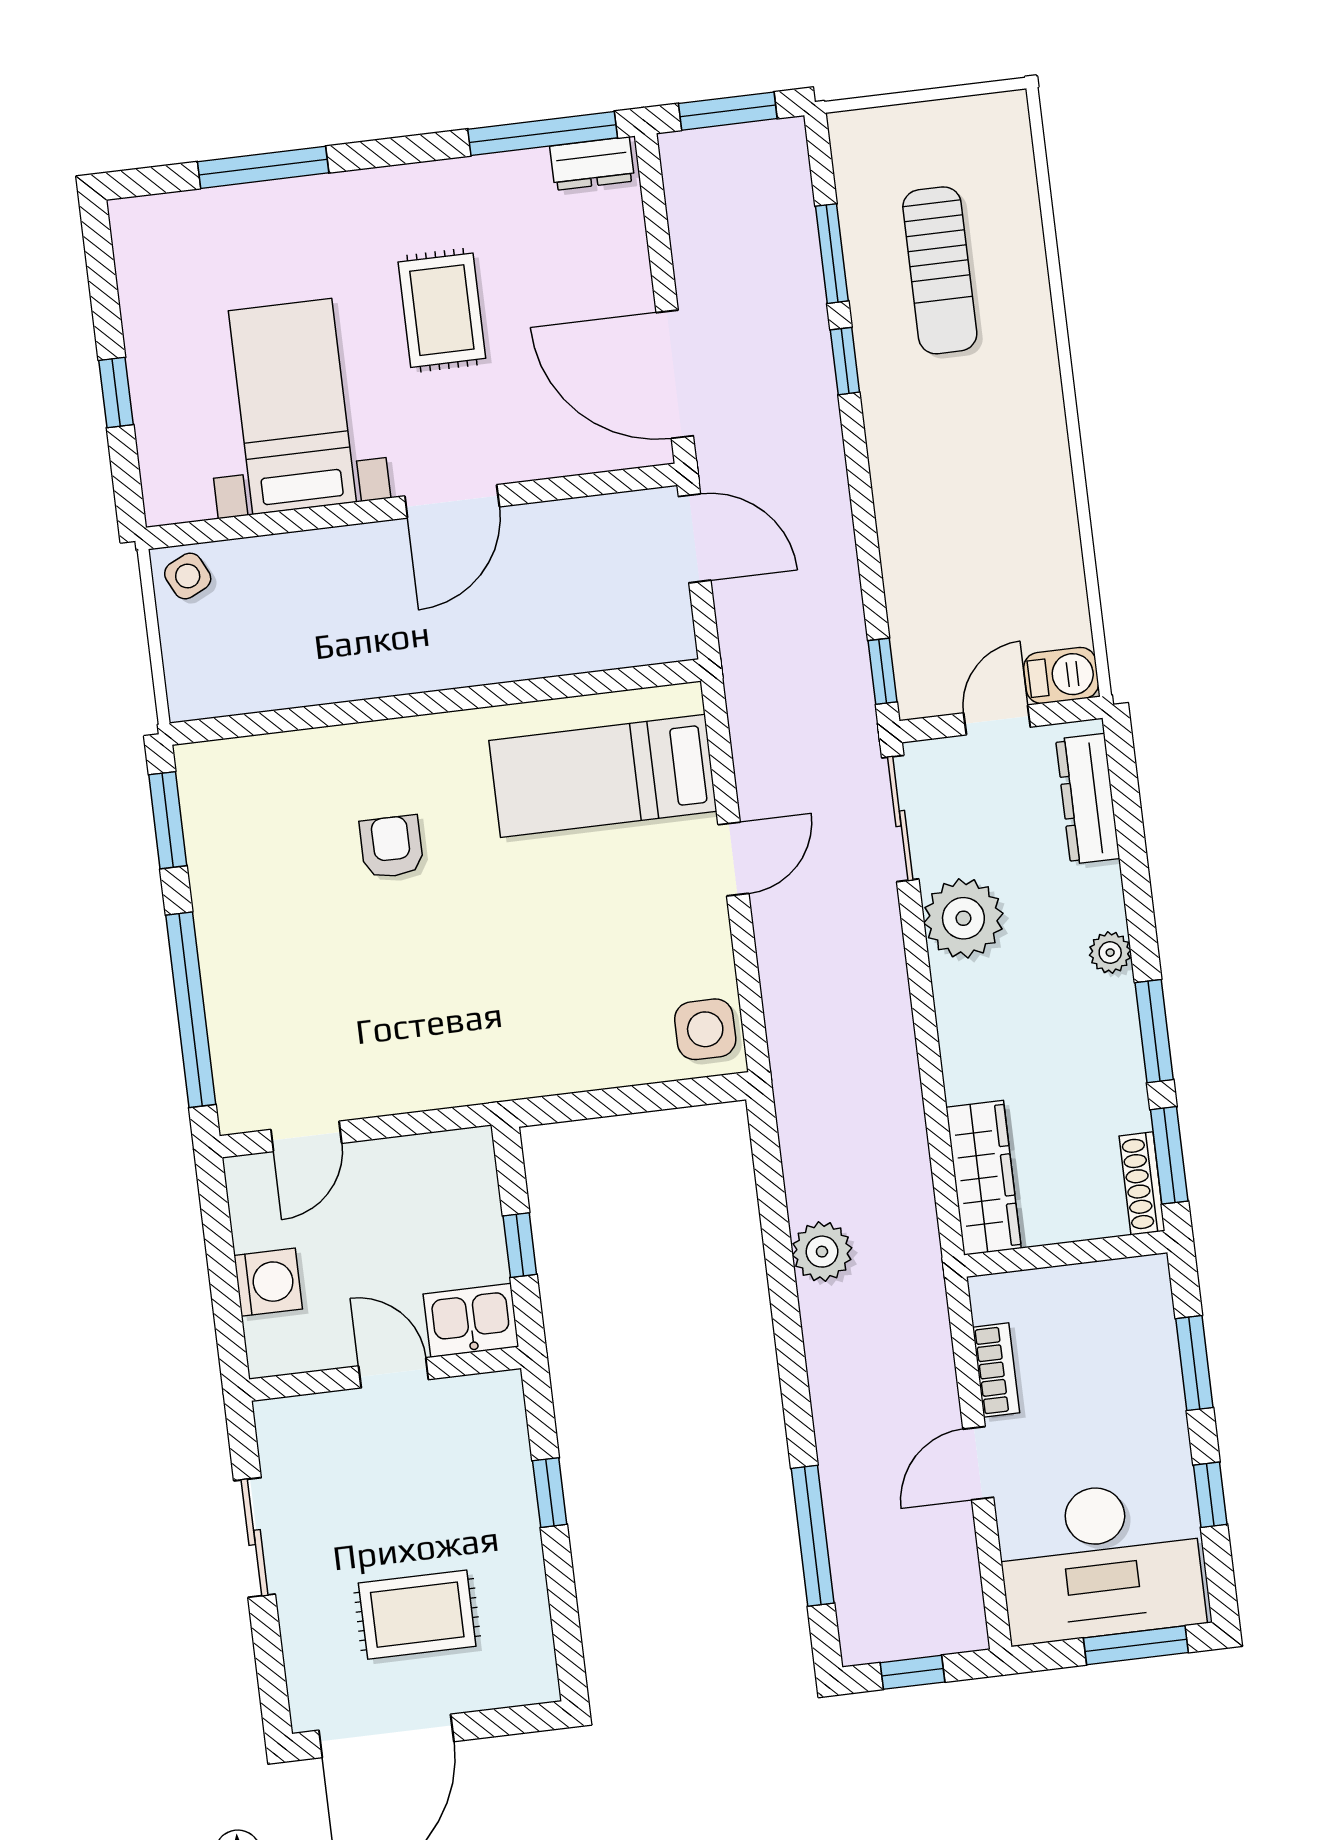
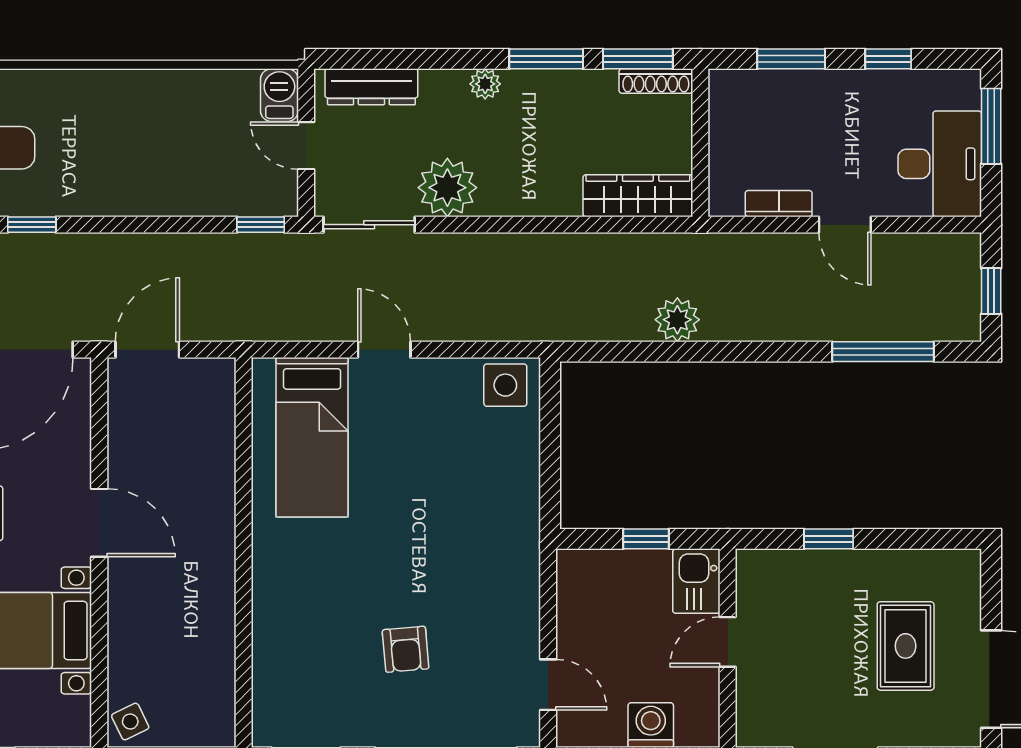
armchair: (391, 847) -> (406, 649), moved, turned -95
desk: (1100, 1562) -> (940, 164), width x0.73, depth x0.77

